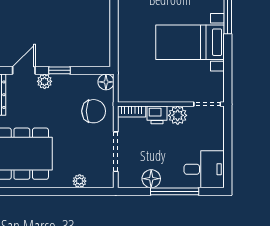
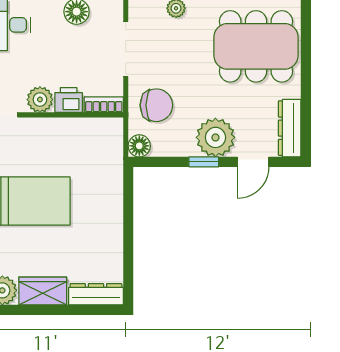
plant: (45, 81) -> (215, 137), width x1.88, depth x1.88
chair: (94, 111) -> (156, 105), turned 180

